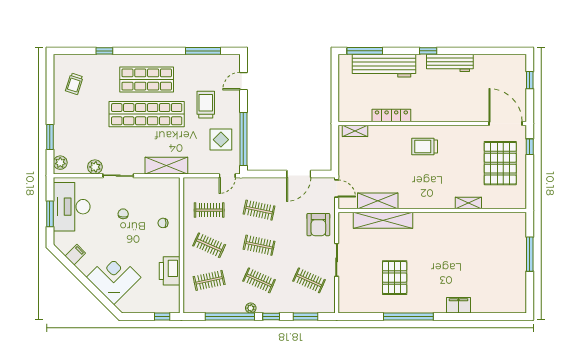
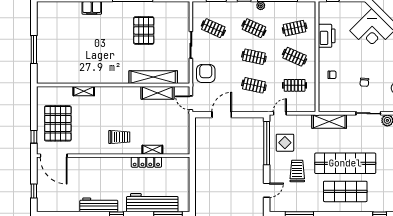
trolley: (206, 105) -> (297, 171), turned 180
shelving: (355, 131) -> (152, 150), moved

